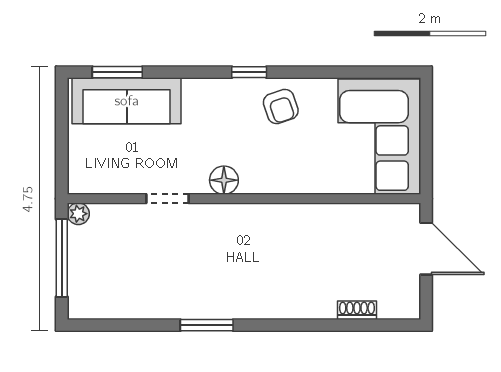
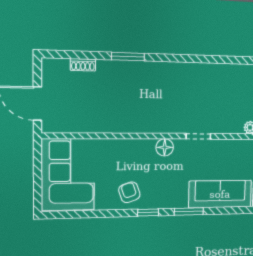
window: (117, 72) -> (189, 211), moved
window: (207, 325) -> (128, 57), moved

